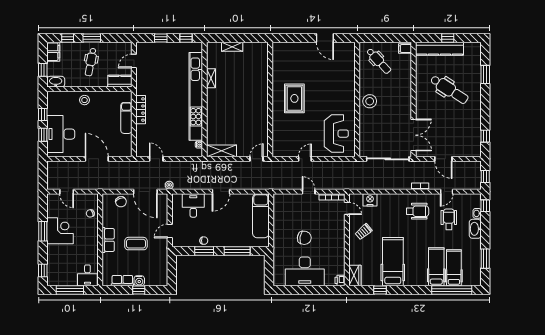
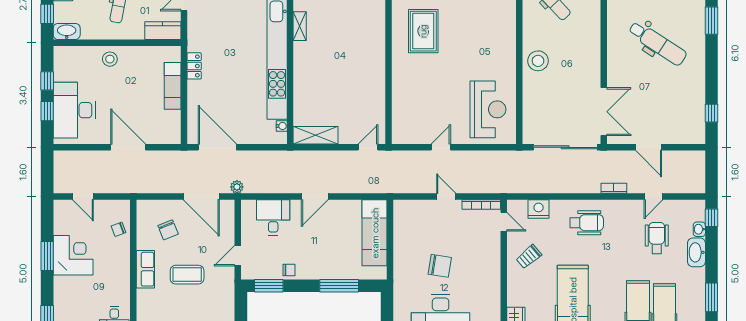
rug: (294, 98) -> (423, 31), moved
locker: (141, 110) -> (194, 66), width x0.66
door: (156, 159) -> (217, 147), width x1.88
window: (485, 176) -> (711, 174), removed
chair: (121, 202) -> (168, 230), moved
wheelchair: (417, 211) -> (587, 223), moved
window: (204, 251) -> (269, 286), moved

